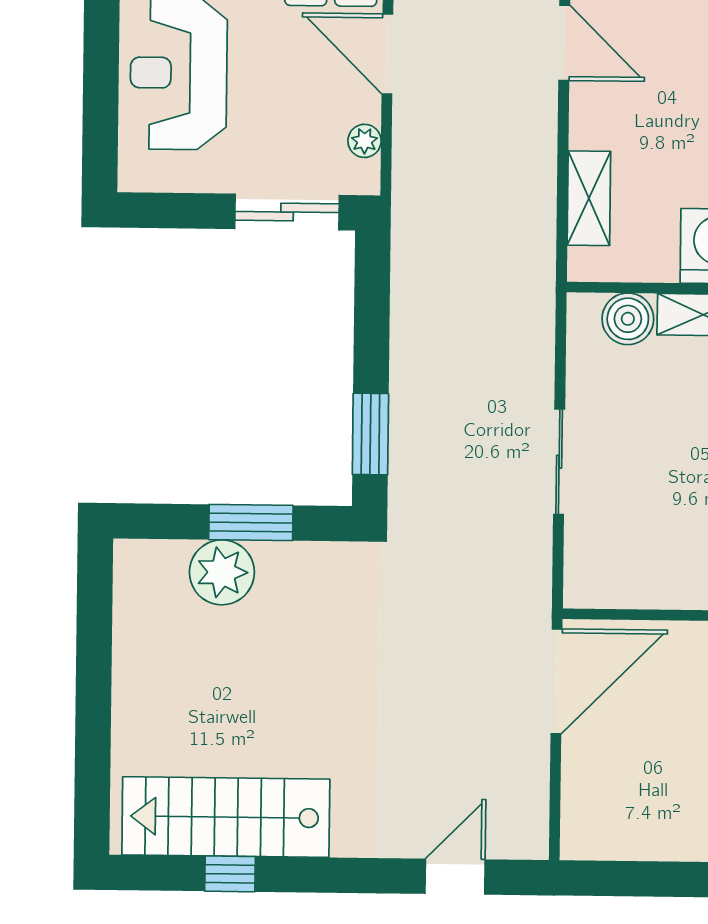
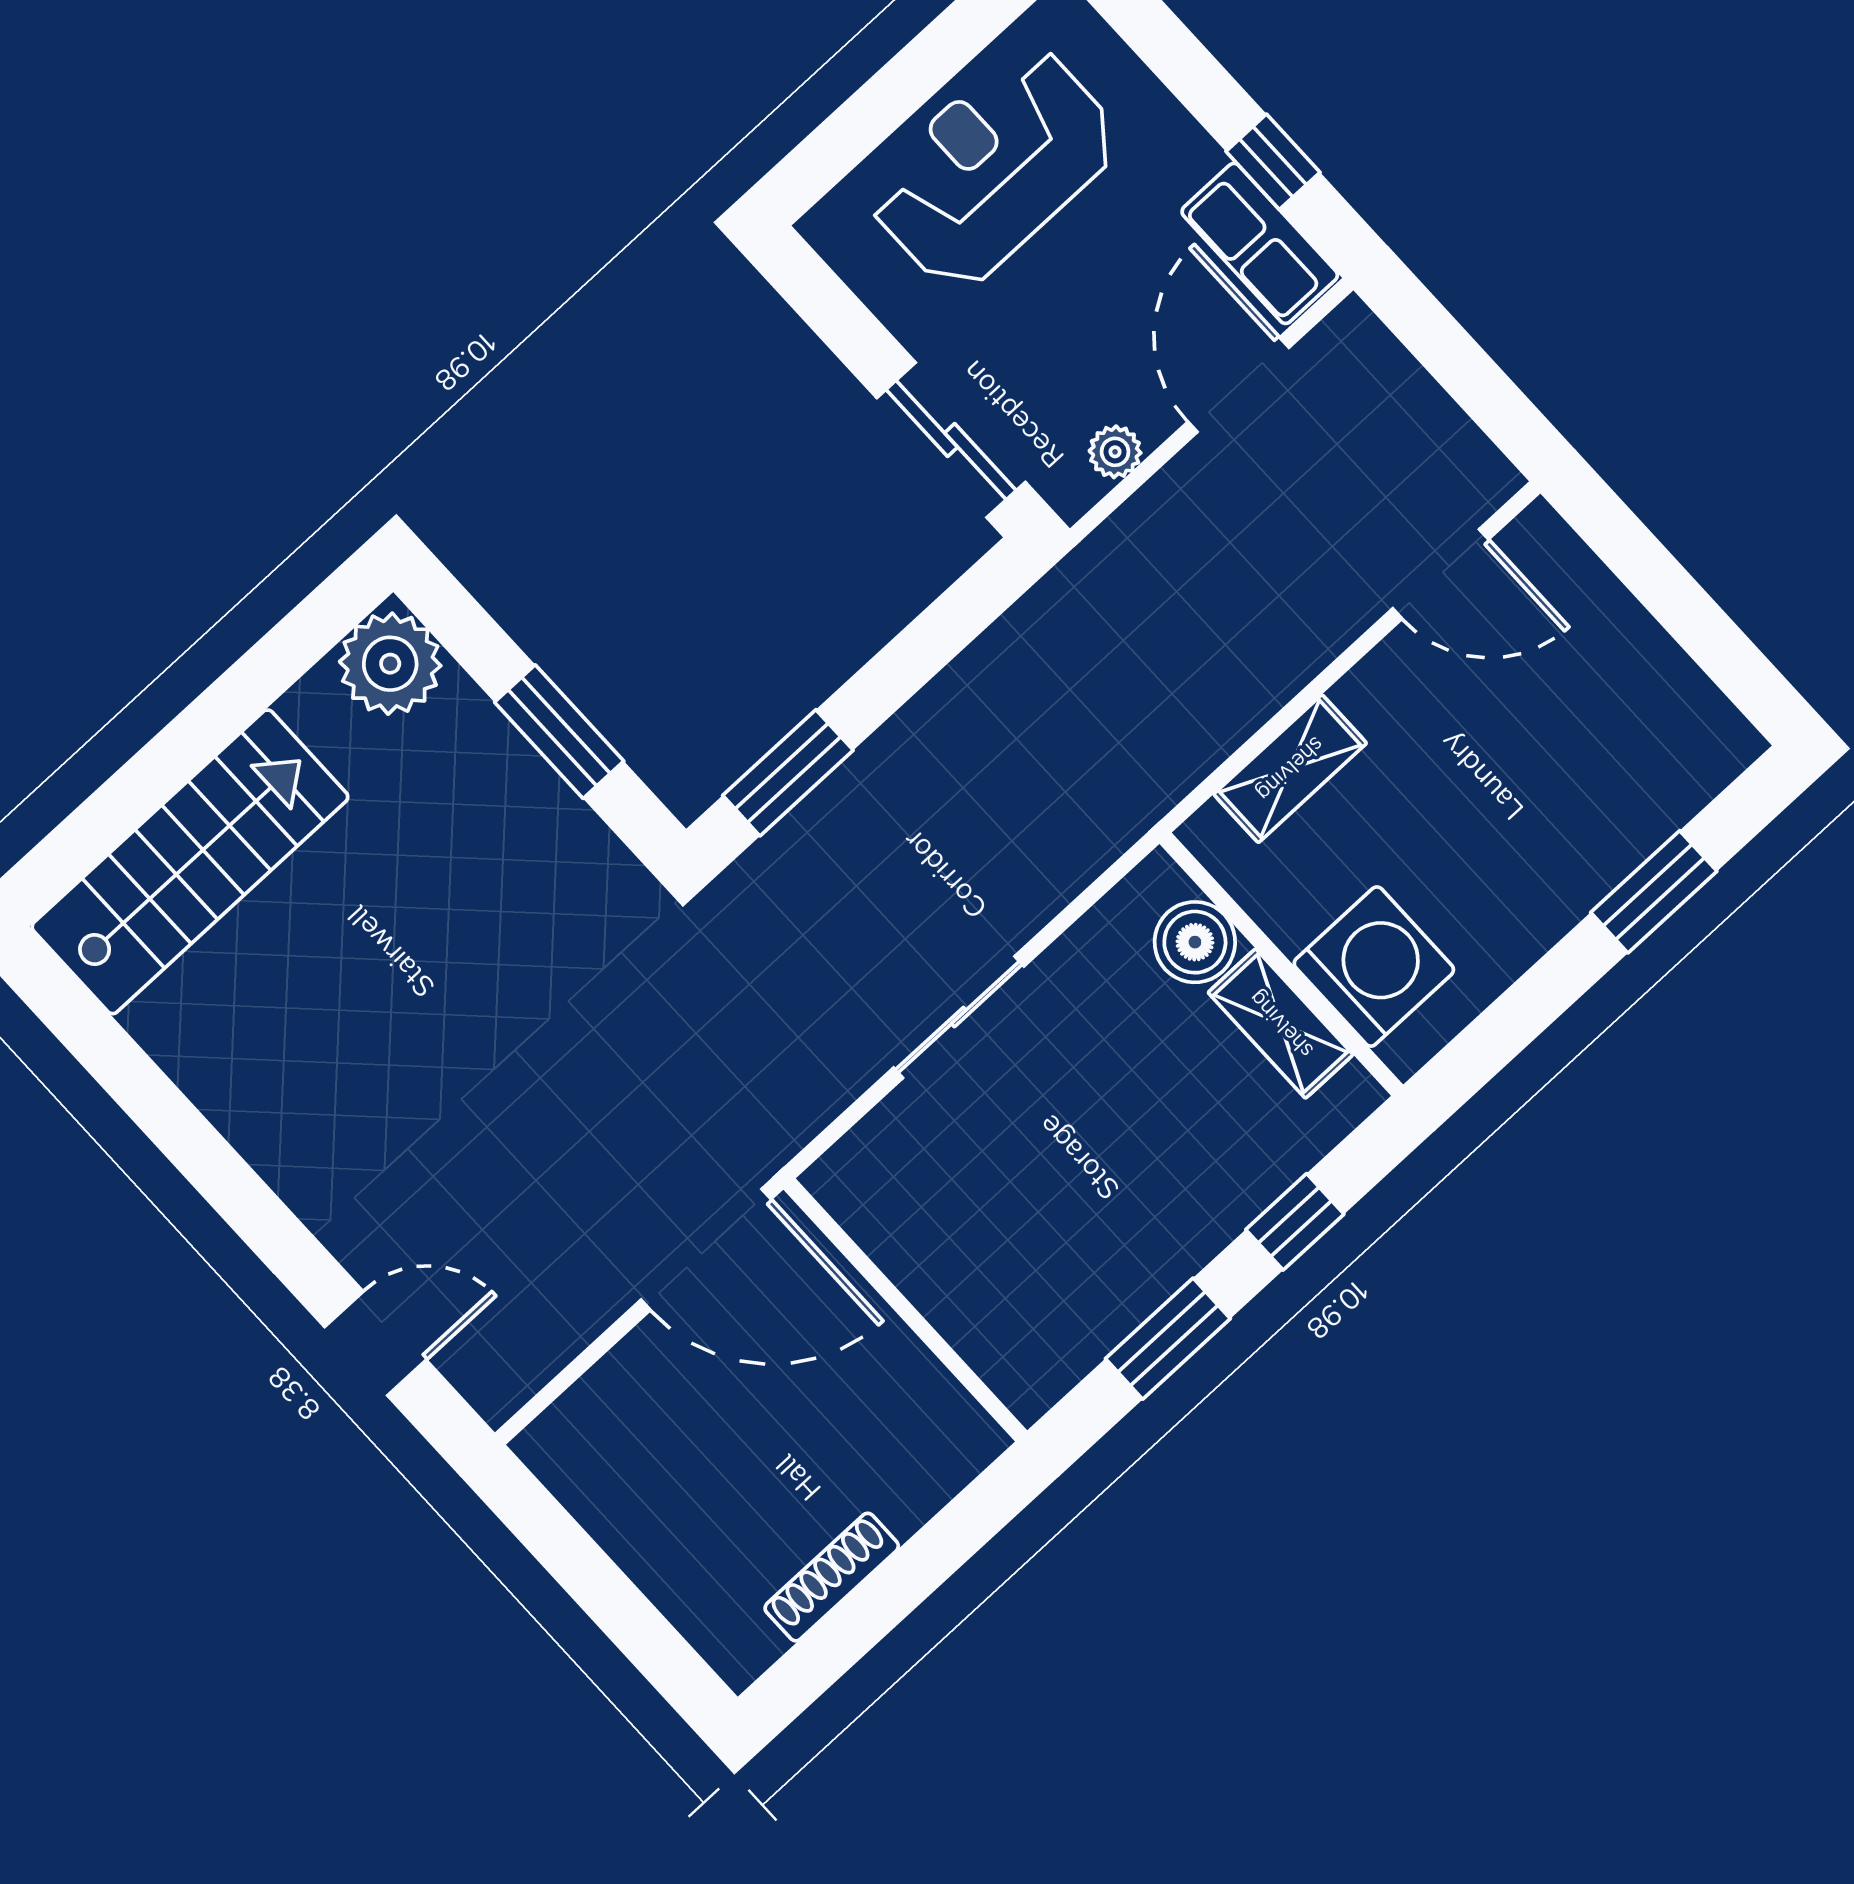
door: (564, 43) -> (1441, 574), hinge flipped
plant: (222, 572) -> (390, 664), moved
stairs: (226, 817) -> (190, 862), moved, turned 90
window: (230, 874) -> (137, 1085), removed

